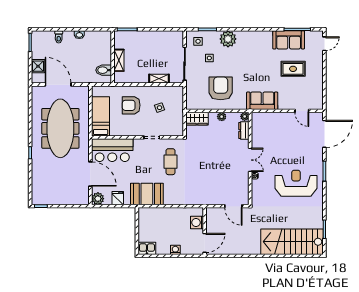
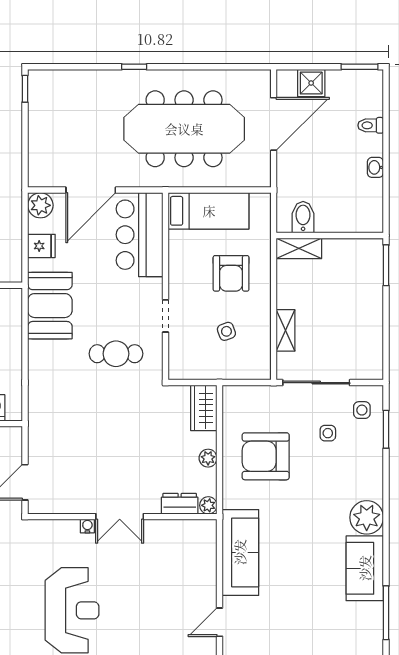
plant: (228, 39) -> (367, 517), moved
sofa: (289, 40) -> (365, 568), moved
shelving: (119, 60) -> (299, 248), moved
rug: (293, 69) -> (306, 604), removed
armchair: (221, 88) -> (266, 456), turned 180
sofa: (262, 101) -> (240, 552), width x1.36
armchair: (131, 105) -> (231, 273), turned 180

